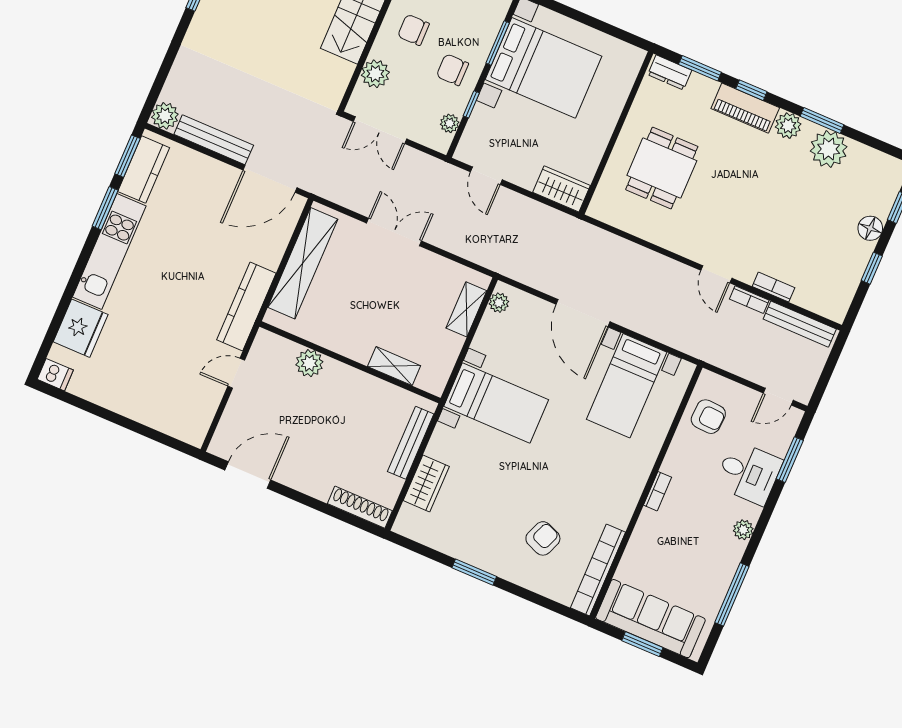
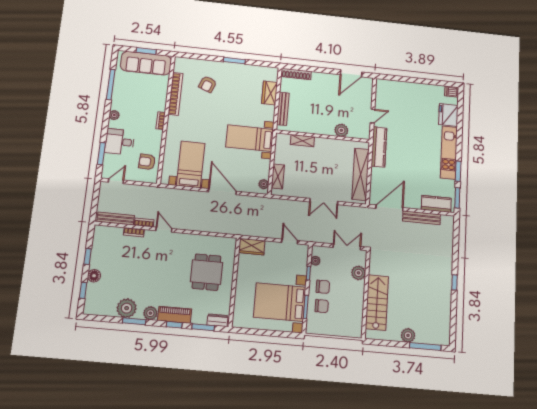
chair: (413, 30) -> (322, 306), moved
plant: (165, 116) -> (448, 222), removed
kitchen counter: (144, 170) -> (436, 204), moved, turned 90
bookcase: (598, 570) -> (176, 94), moved

